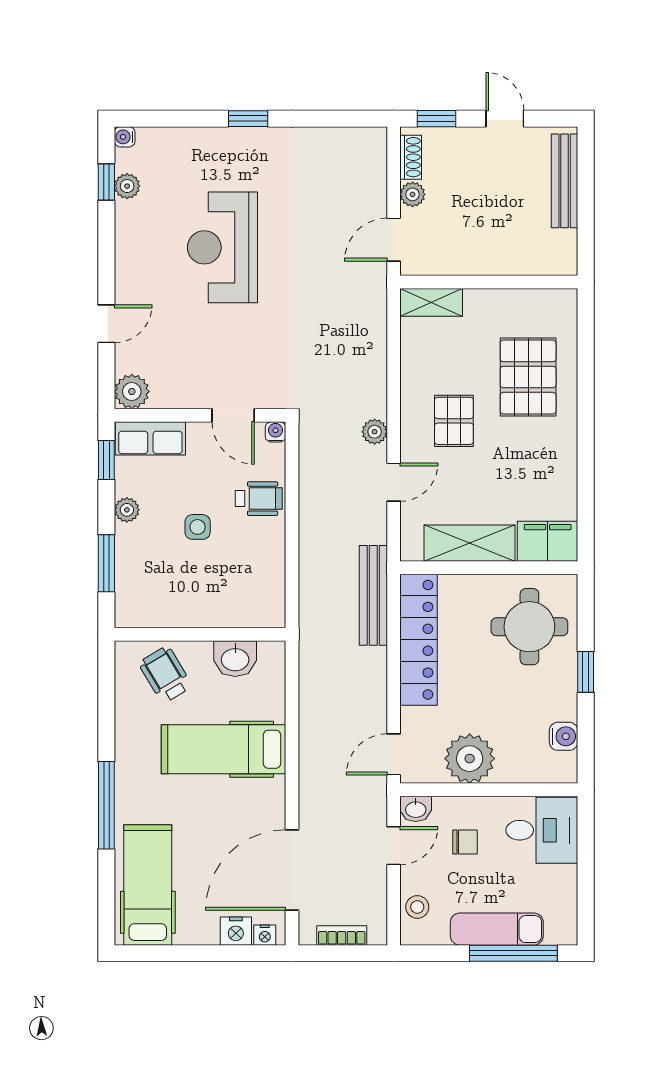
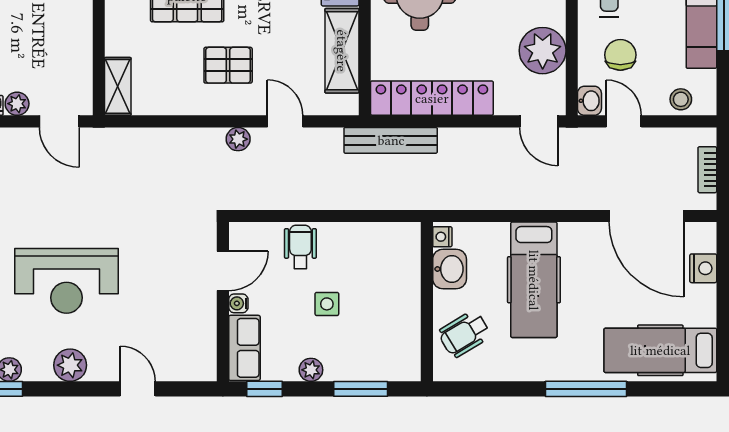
plant: (132, 392) -> (70, 365), moved
water cooler: (275, 432) -> (238, 303), moved
chair: (465, 842) -> (620, 55), width x1.37, depth x1.37
nightstand: (265, 935) -> (442, 237), moved, turned 180

